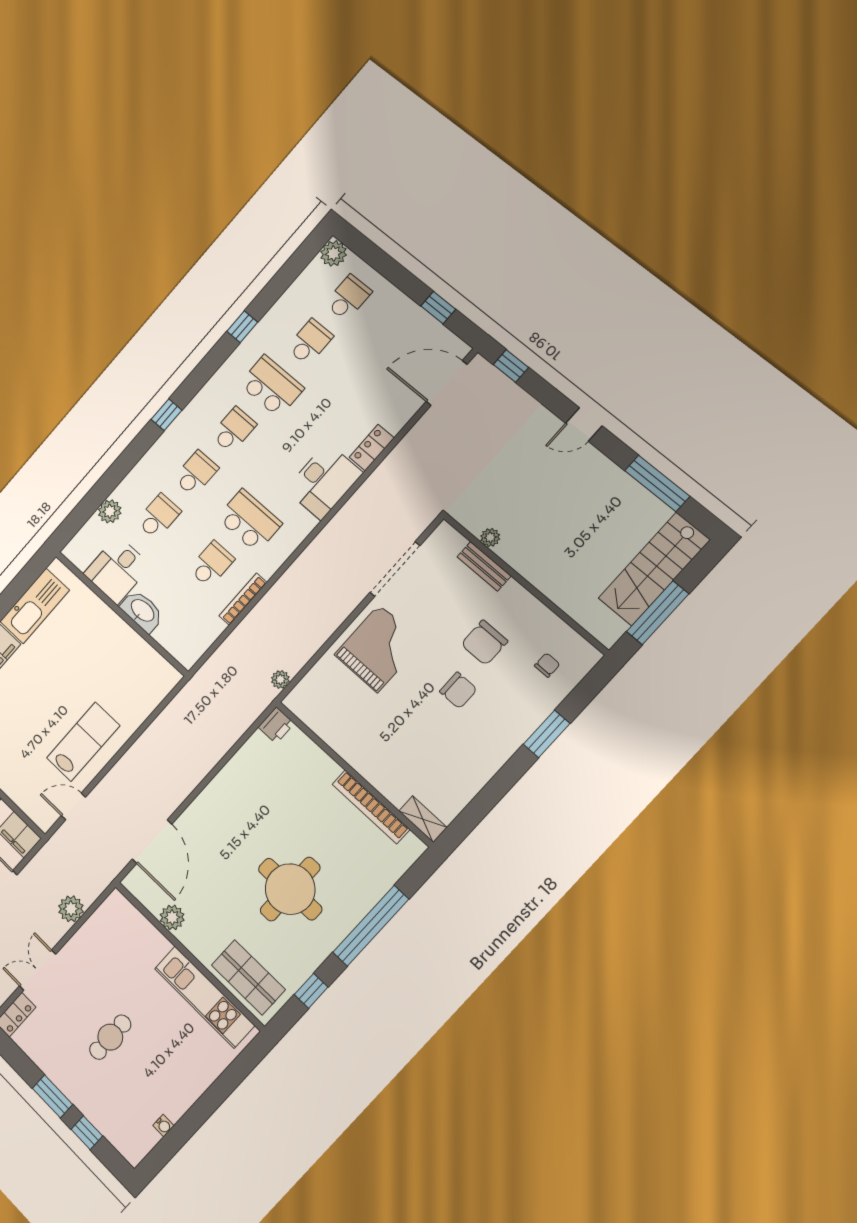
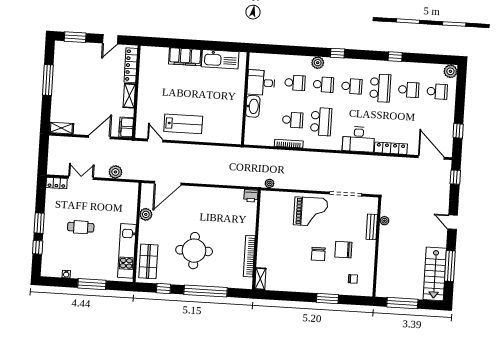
locker: (372, 448) -> (391, 148), width x1.53
plant: (110, 511) -> (318, 63), moved
stairs: (654, 569) -> (435, 274), moved, turned -90
window: (212, 1099) -> (92, 284), added

